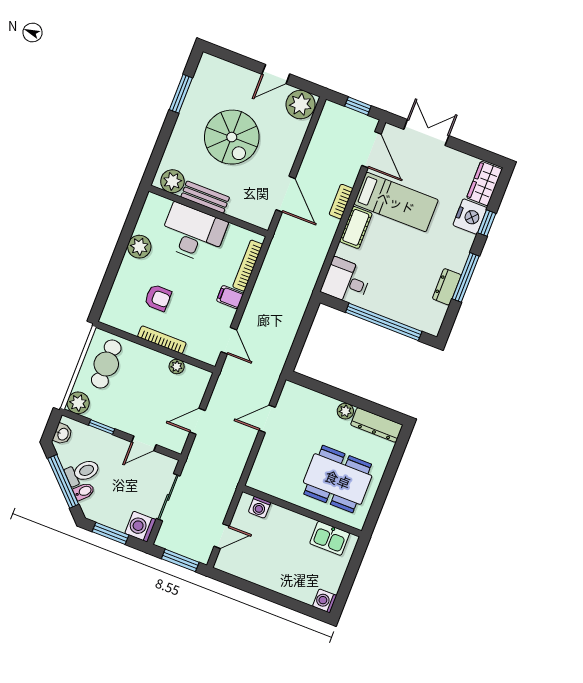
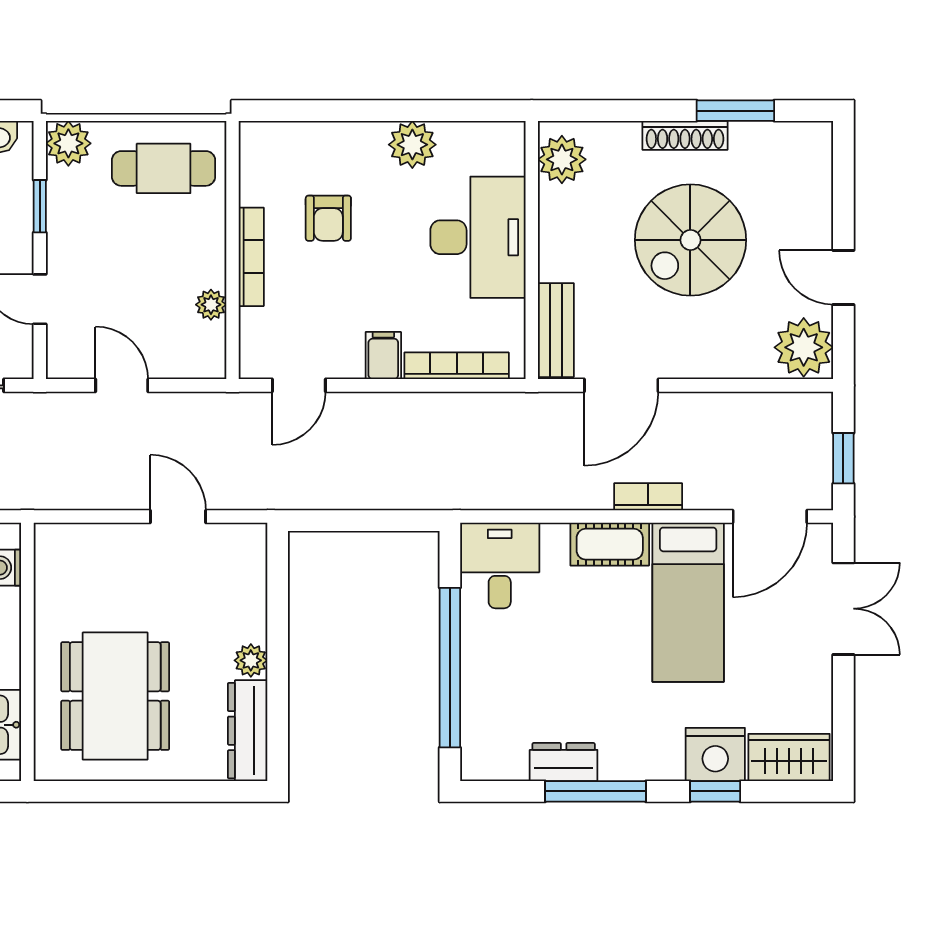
shoe rack: (183, 121) -> (685, 135), added
bench: (205, 197) -> (556, 330), moved

